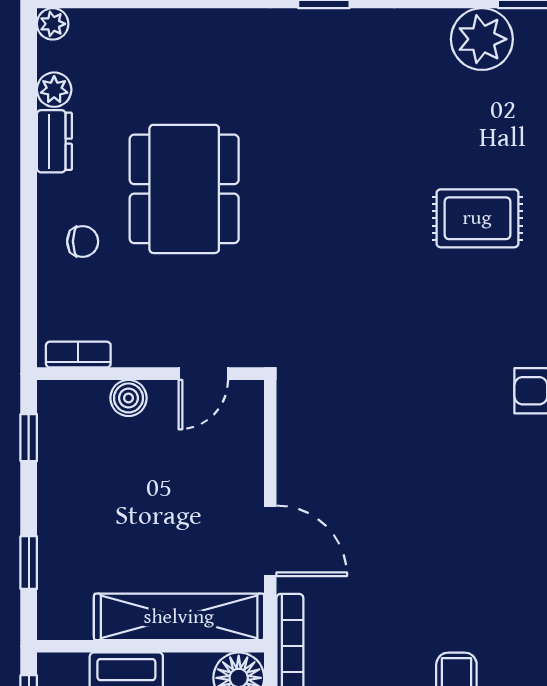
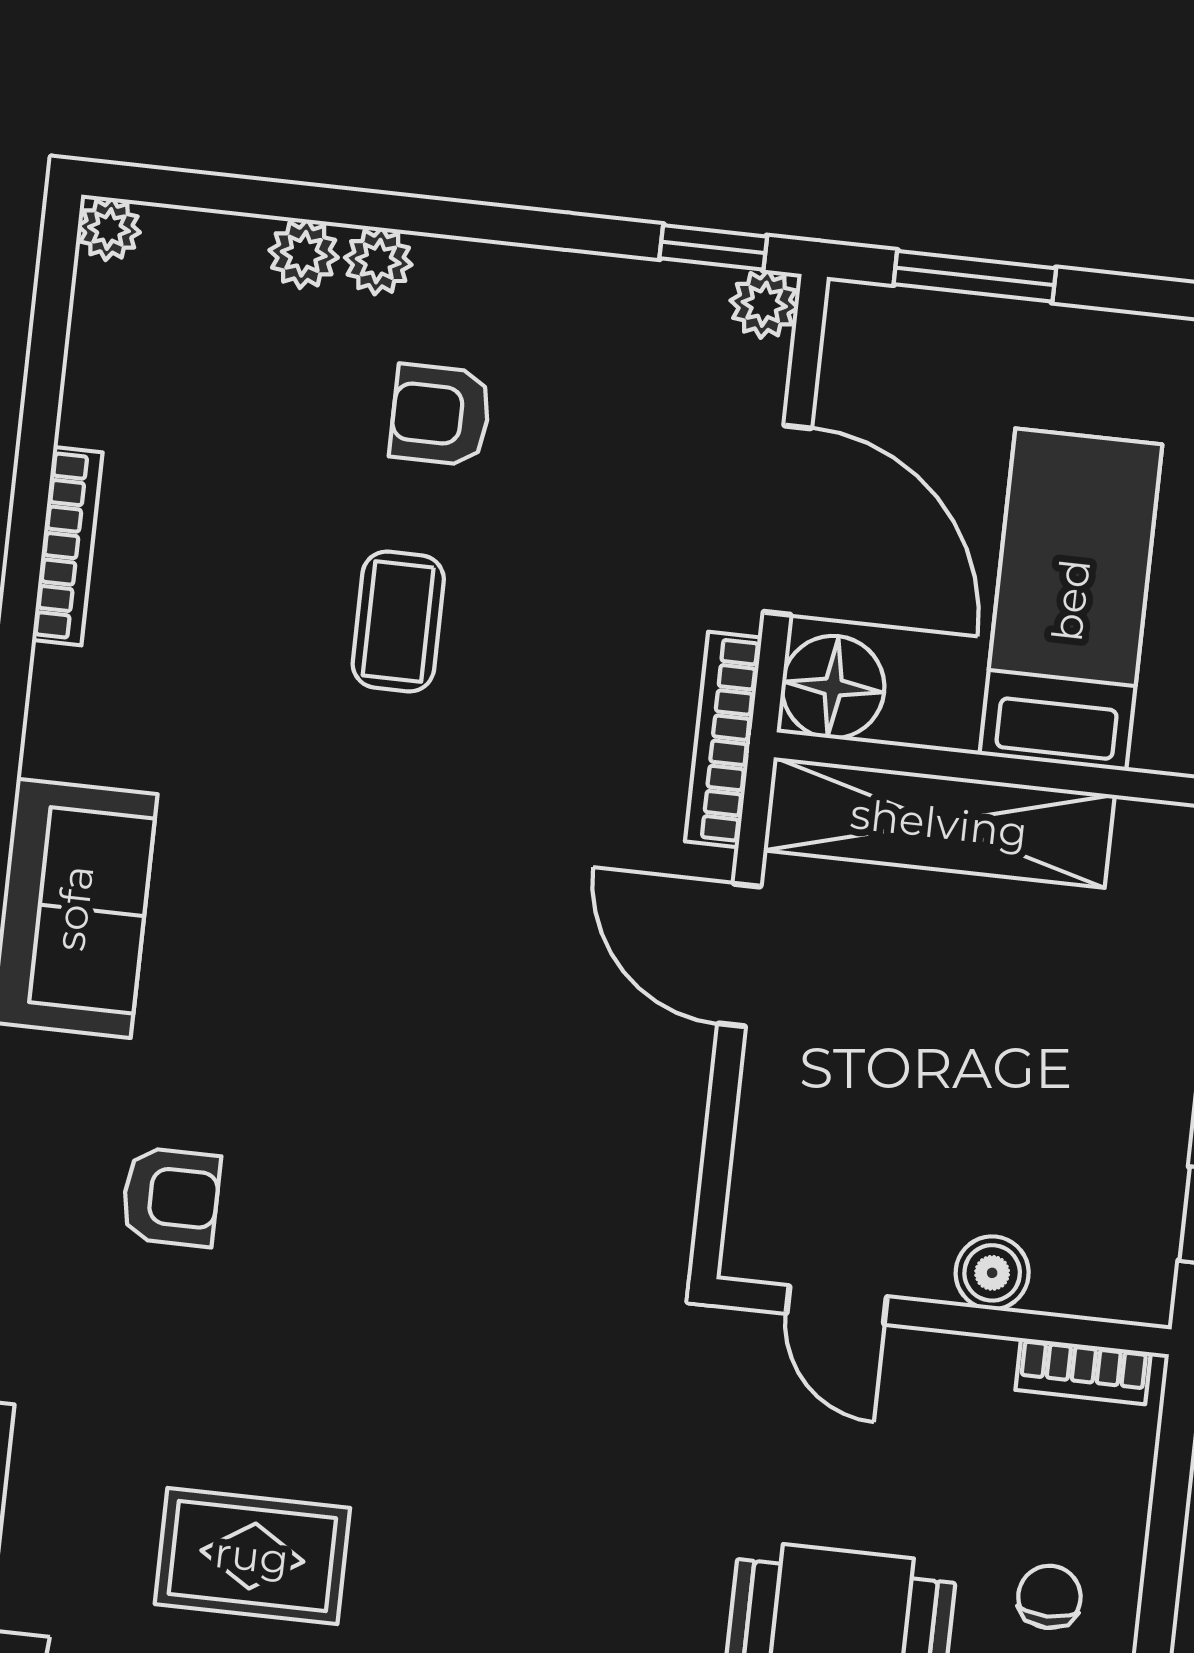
chair: (83, 241) -> (1049, 1597), turned 90
door: (203, 374) -> (837, 1305), swing flipped

